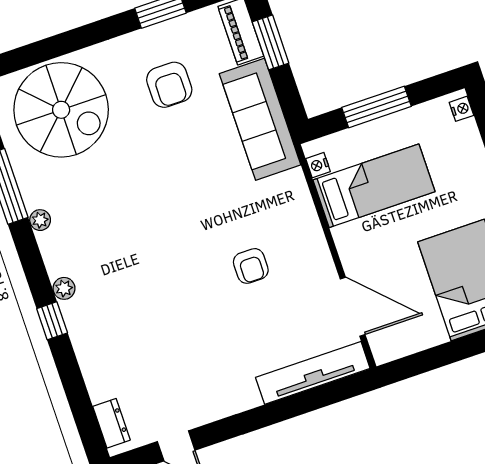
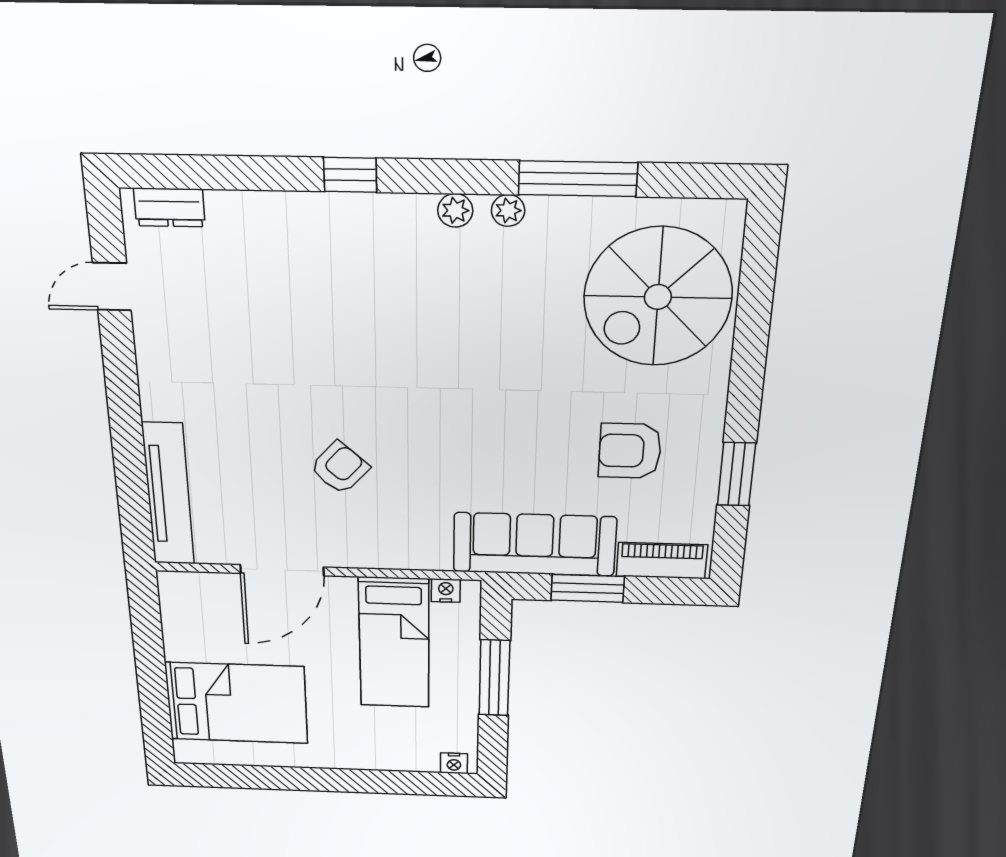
window: (271, 42) -> (588, 588), moved
armchair: (251, 266) -> (340, 468), turned 132
plant: (64, 288) -> (455, 210), moved
door: (353, 307) -> (282, 570), moved

